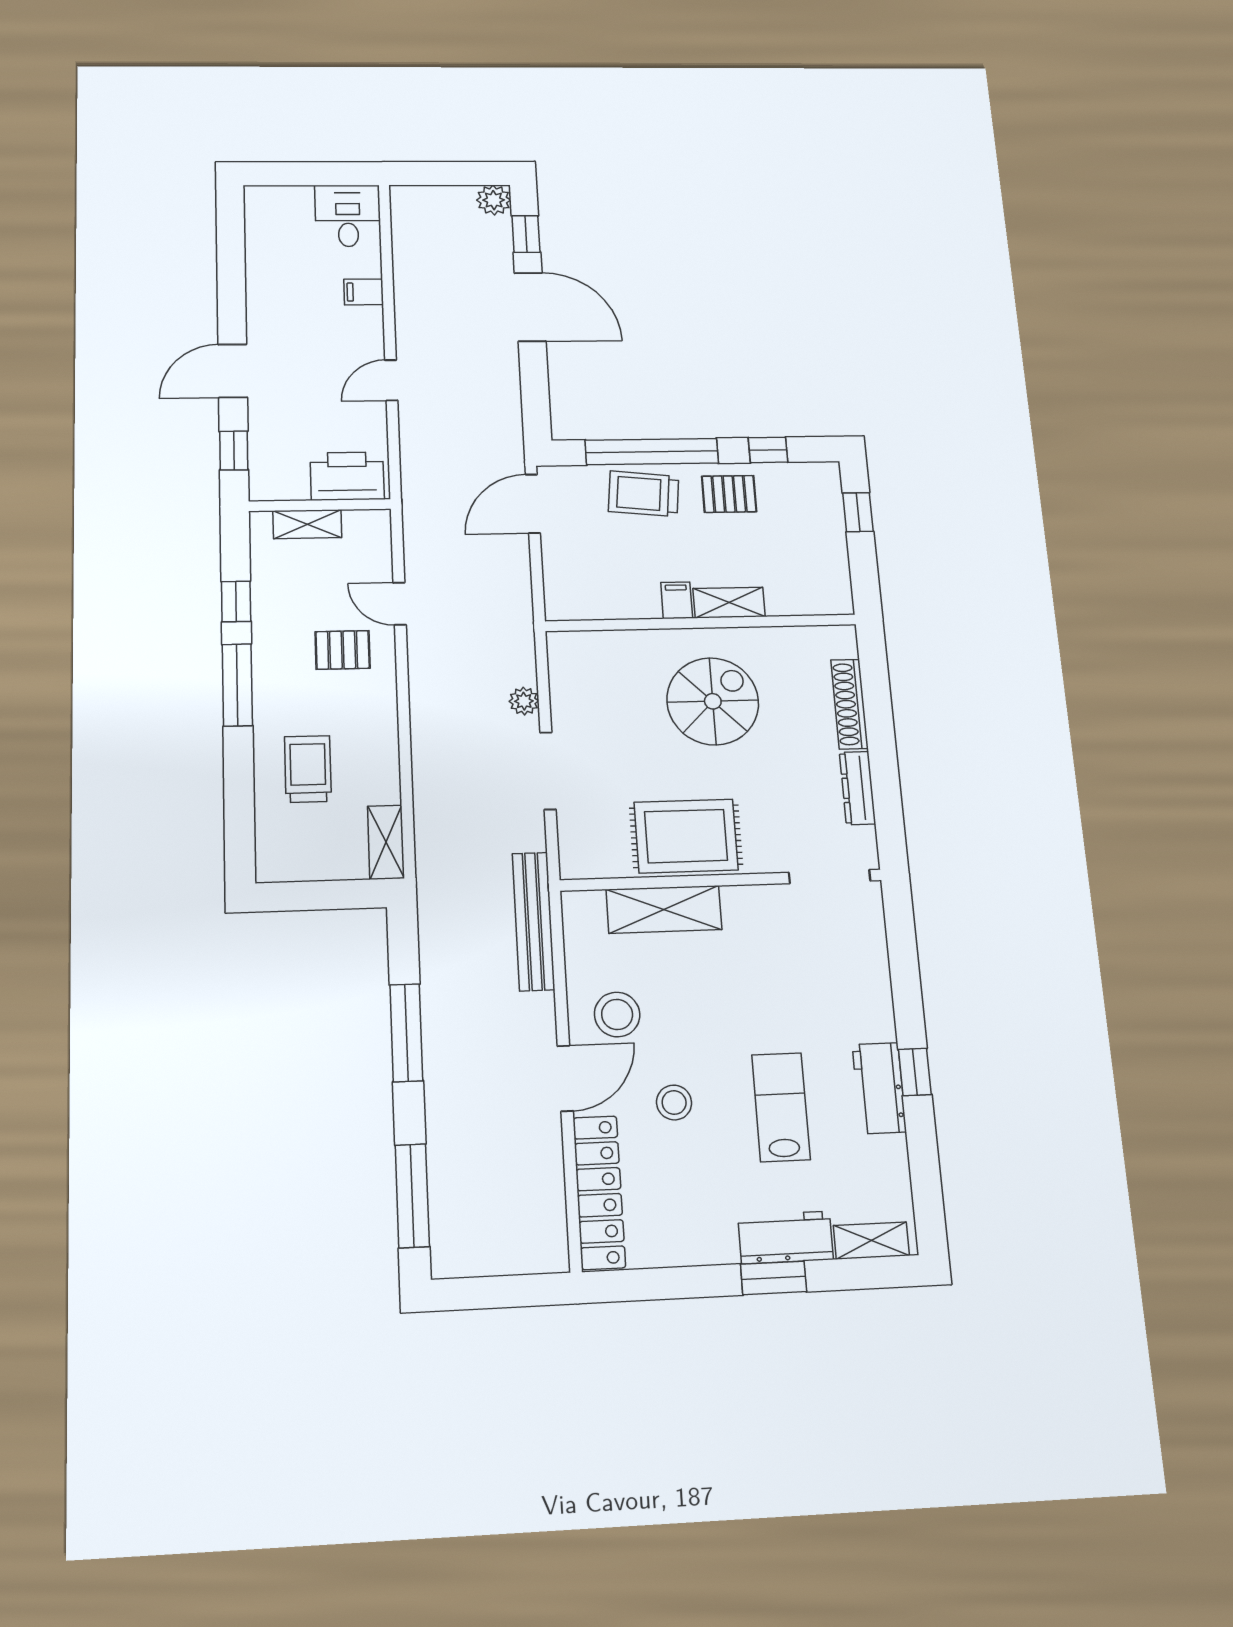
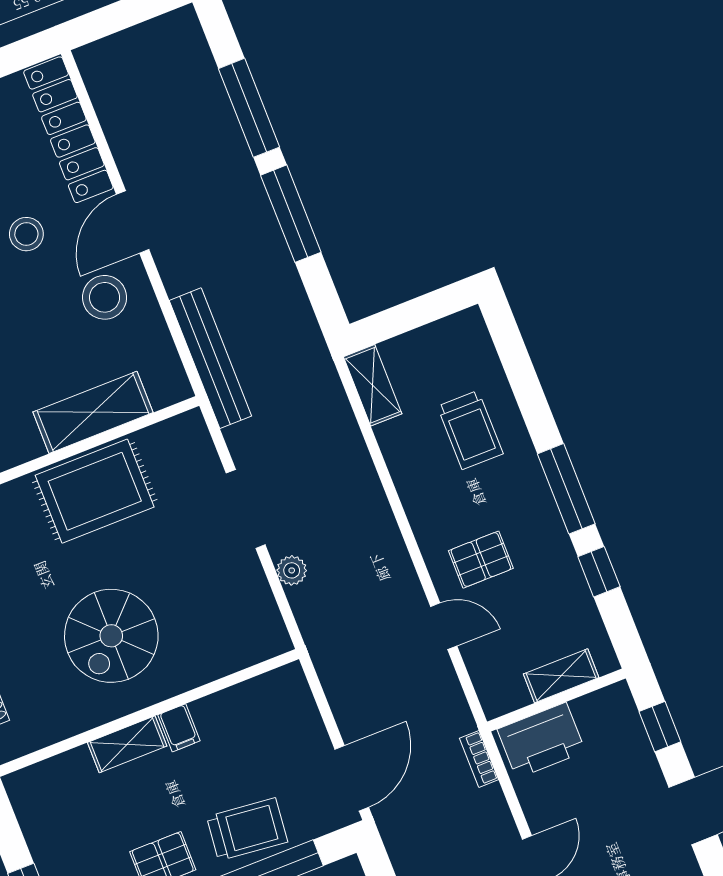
bookcase: (410, 480) -> (479, 759), added
window: (412, 1196) -> (249, 108), moved

